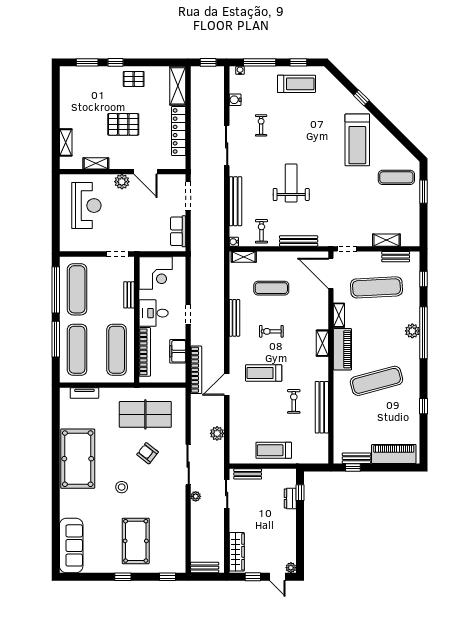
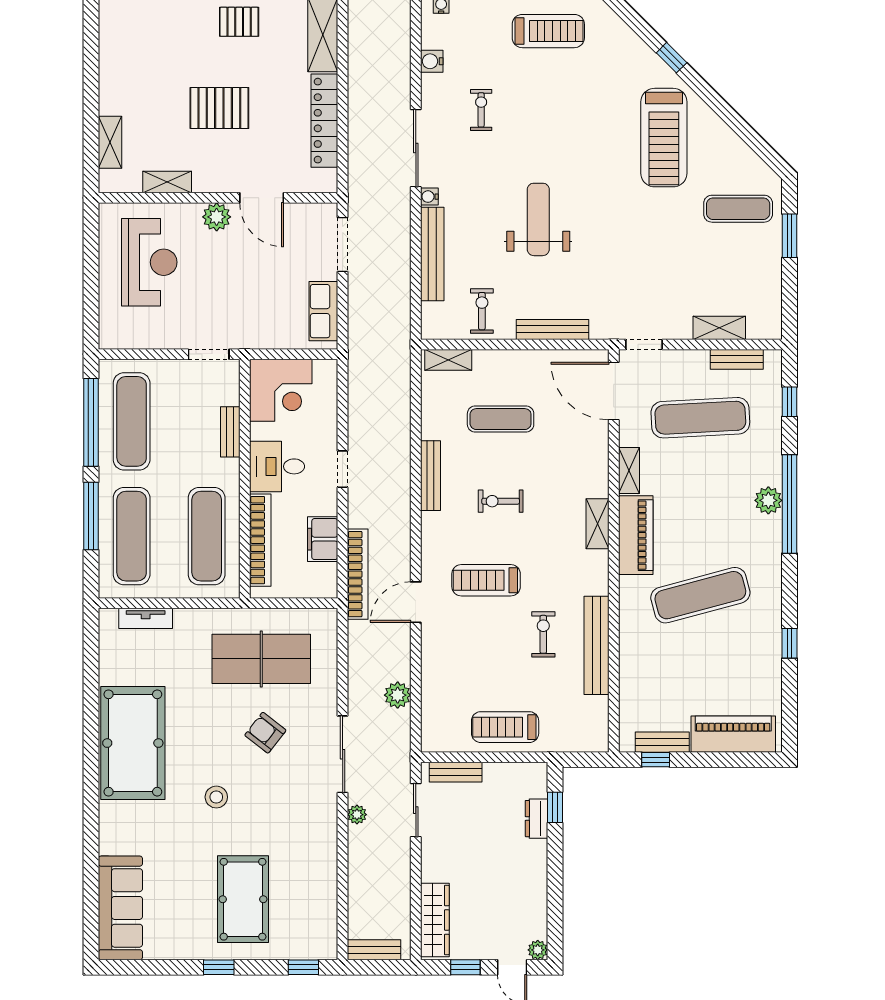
water cooler: (234, 242) -> (429, 197), moved

